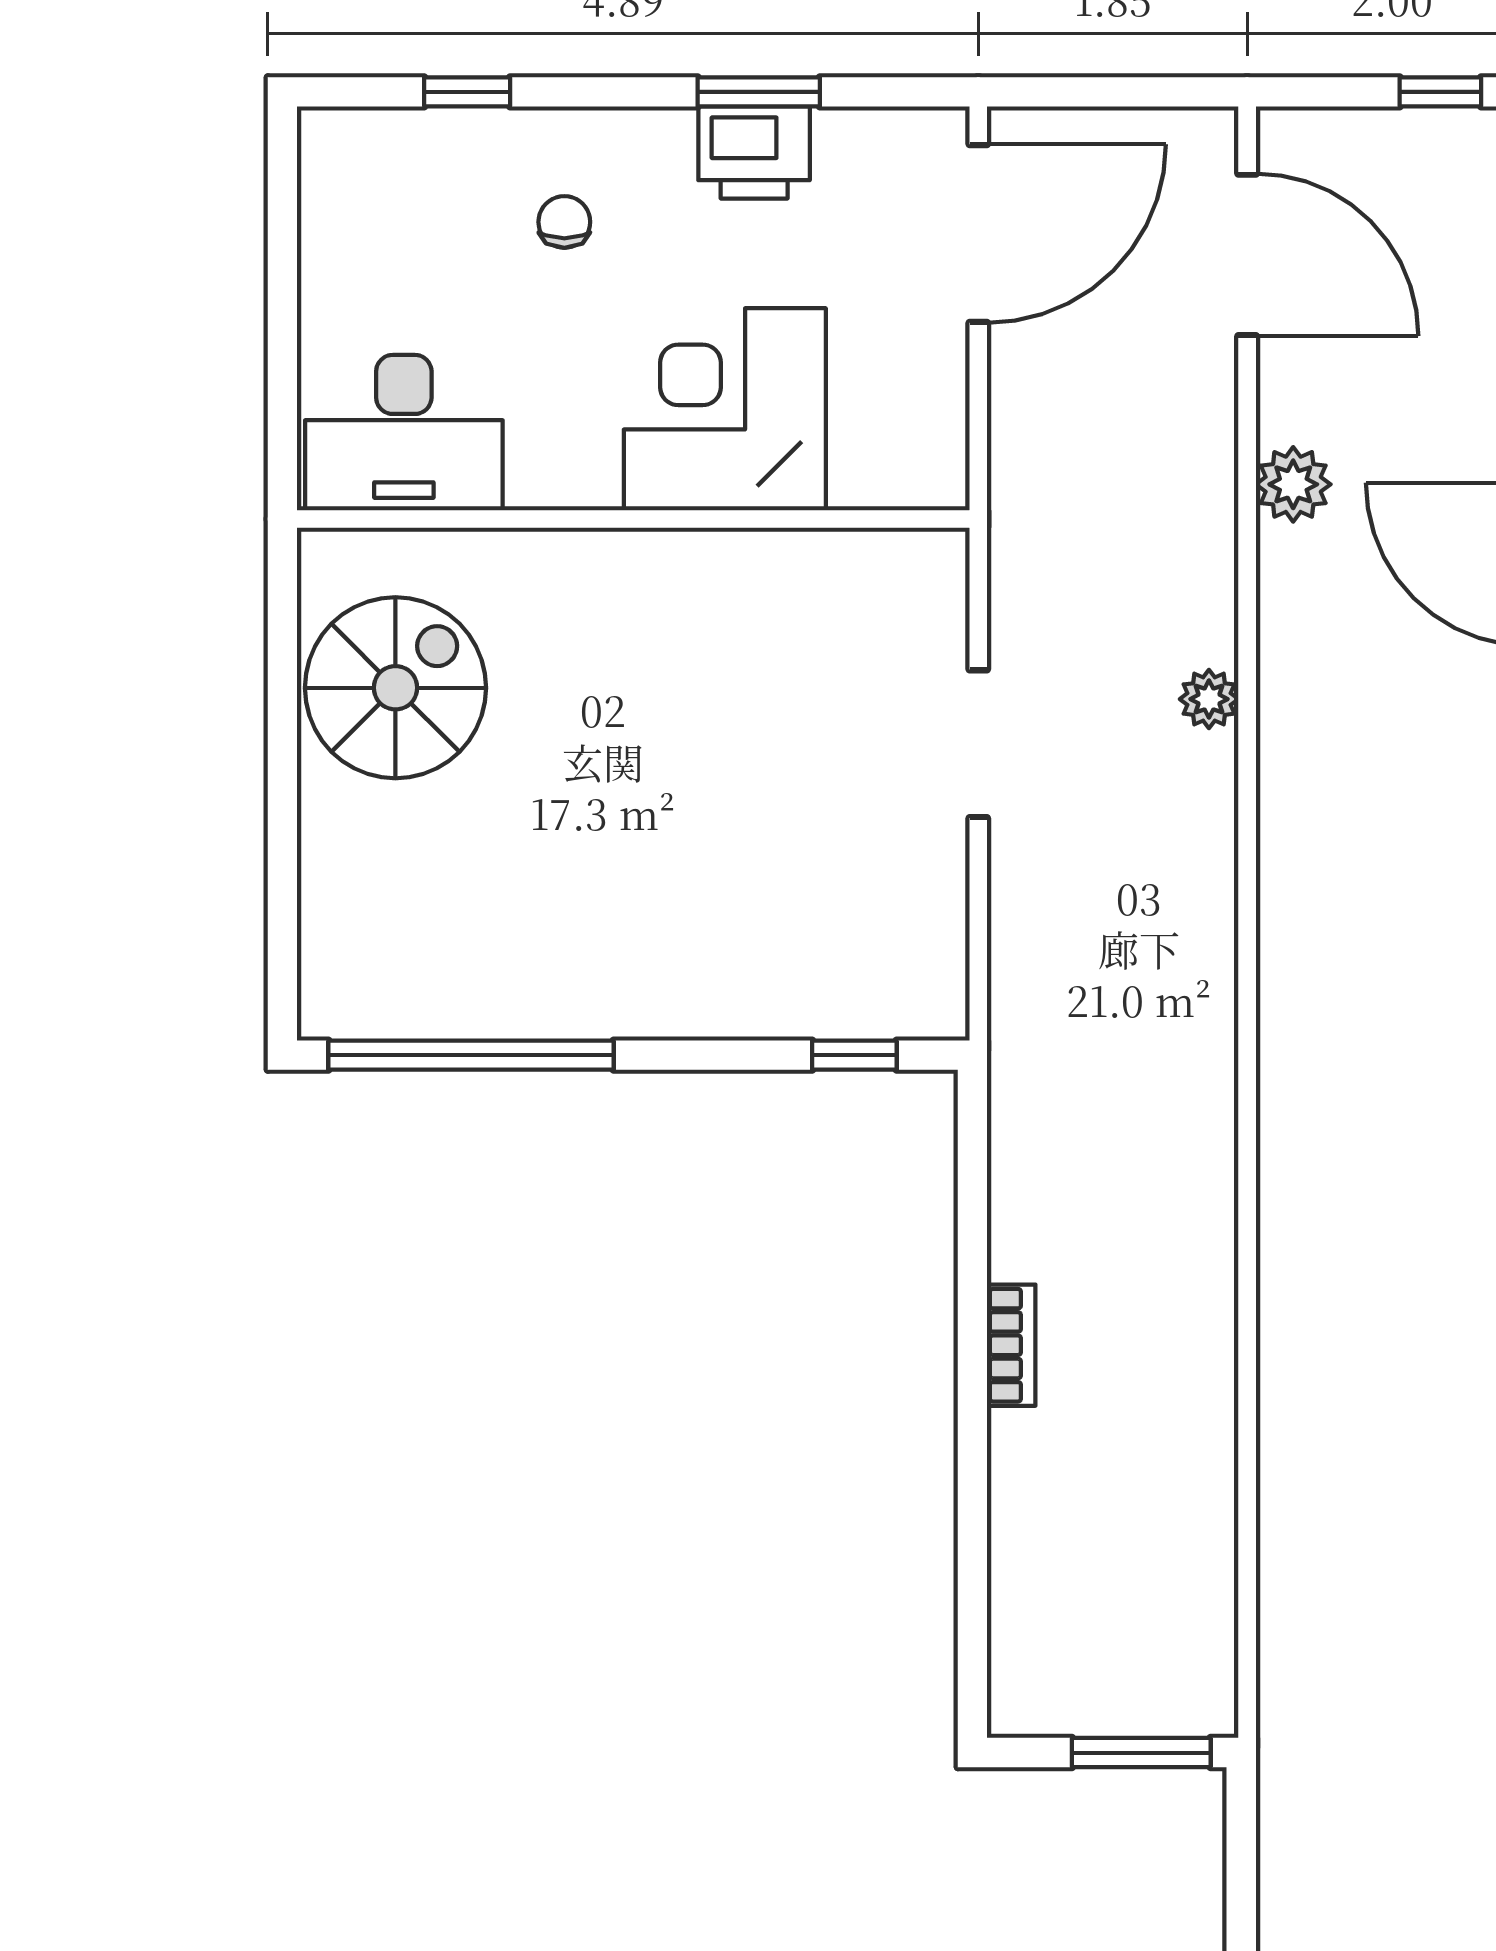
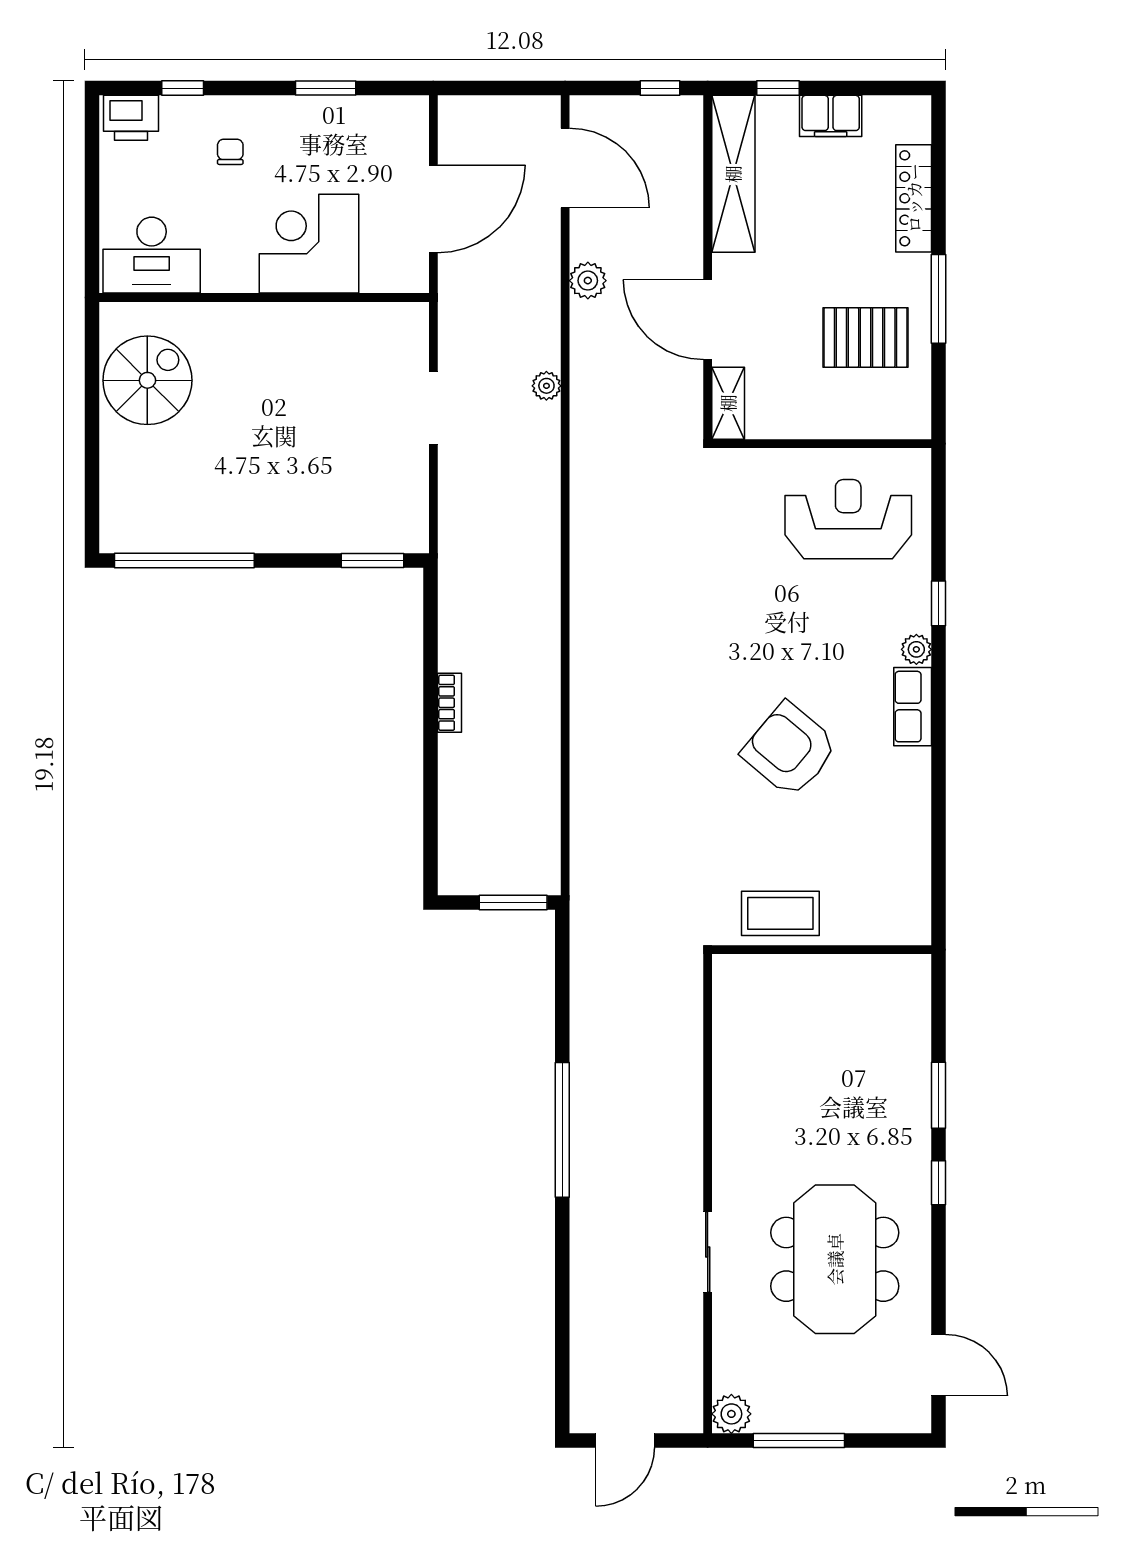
printer: (754, 152) -> (131, 118), moved
door: (978, 234) -> (433, 209), moved
window: (854, 1055) -> (373, 560), width x1.50

